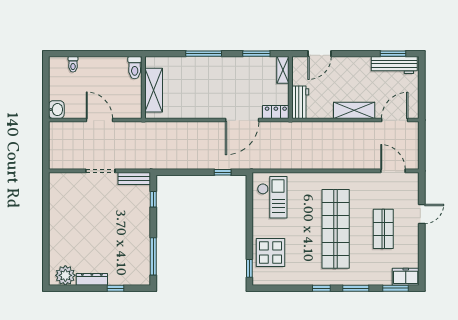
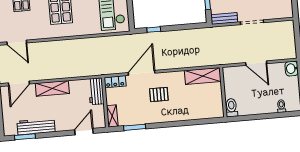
window: (204, 54) -> (177, 124), removed
workbench: (394, 65) -> (36, 127), moved
shelving: (154, 90) -> (203, 76), moved, turned 90
pallet: (223, 92) -> (159, 95), added

